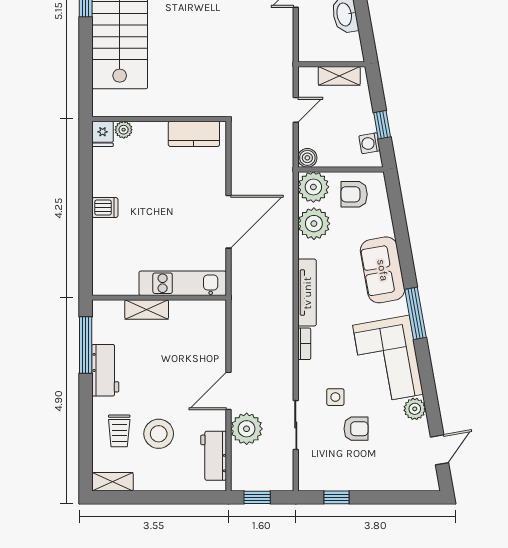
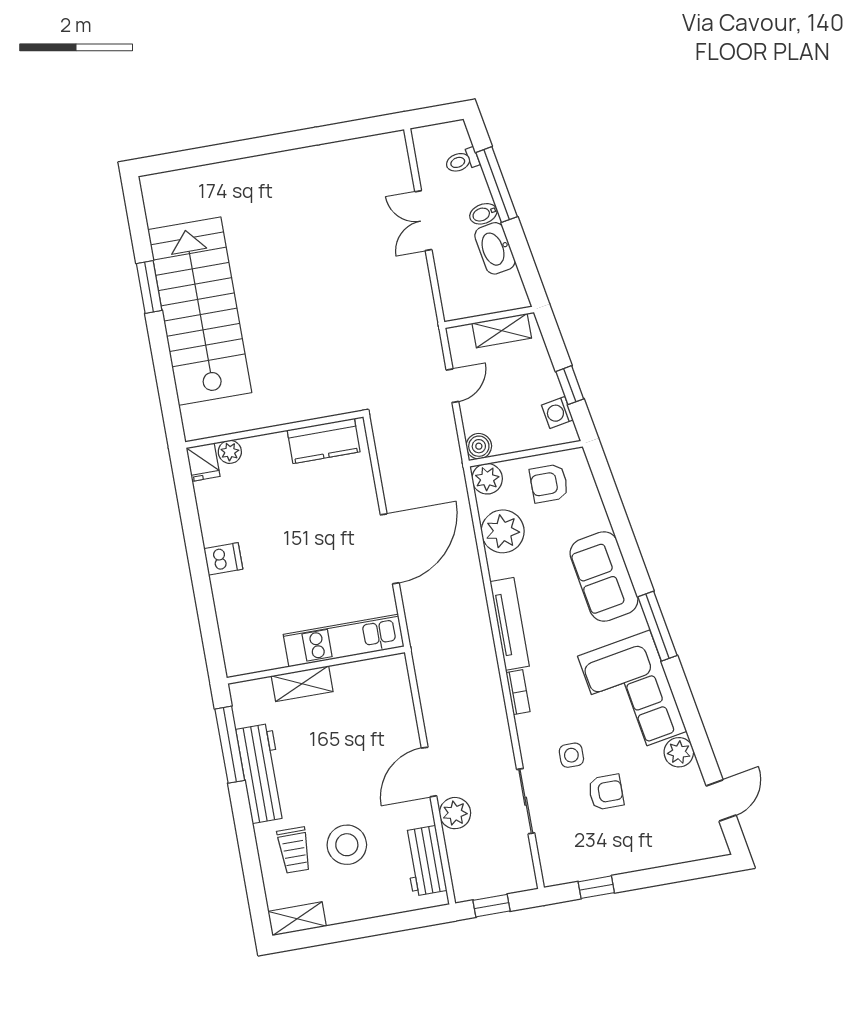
plant: (313, 187) -> (487, 479), width x0.73, depth x0.73
workbench: (105, 370) -> (262, 773), width x1.38
plant: (247, 429) -> (455, 813), width x0.73, depth x0.73

